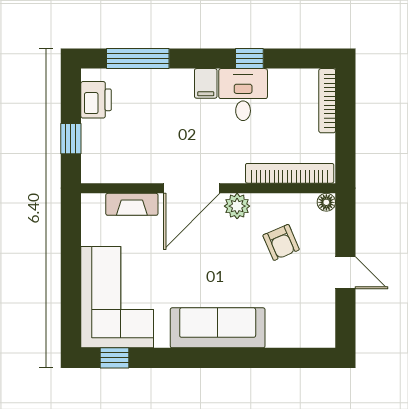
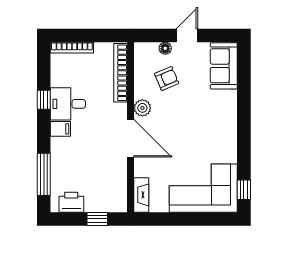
floor lamp: (326, 202) -> (165, 48), moved
fireplace: (132, 204) -> (141, 195), moved
sofa: (218, 328) -> (224, 66), moved, width x0.73

